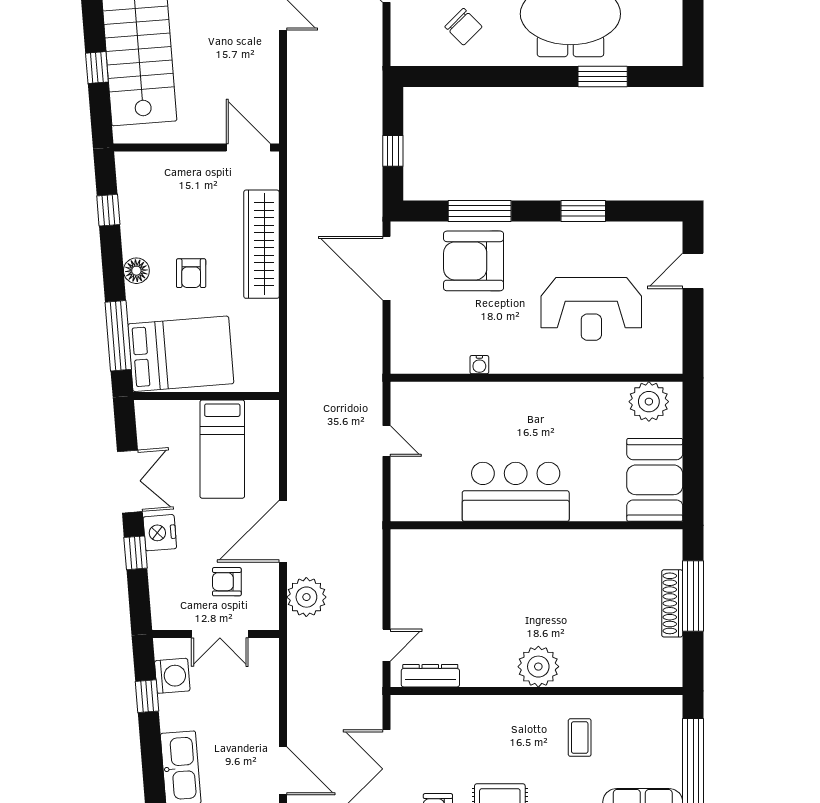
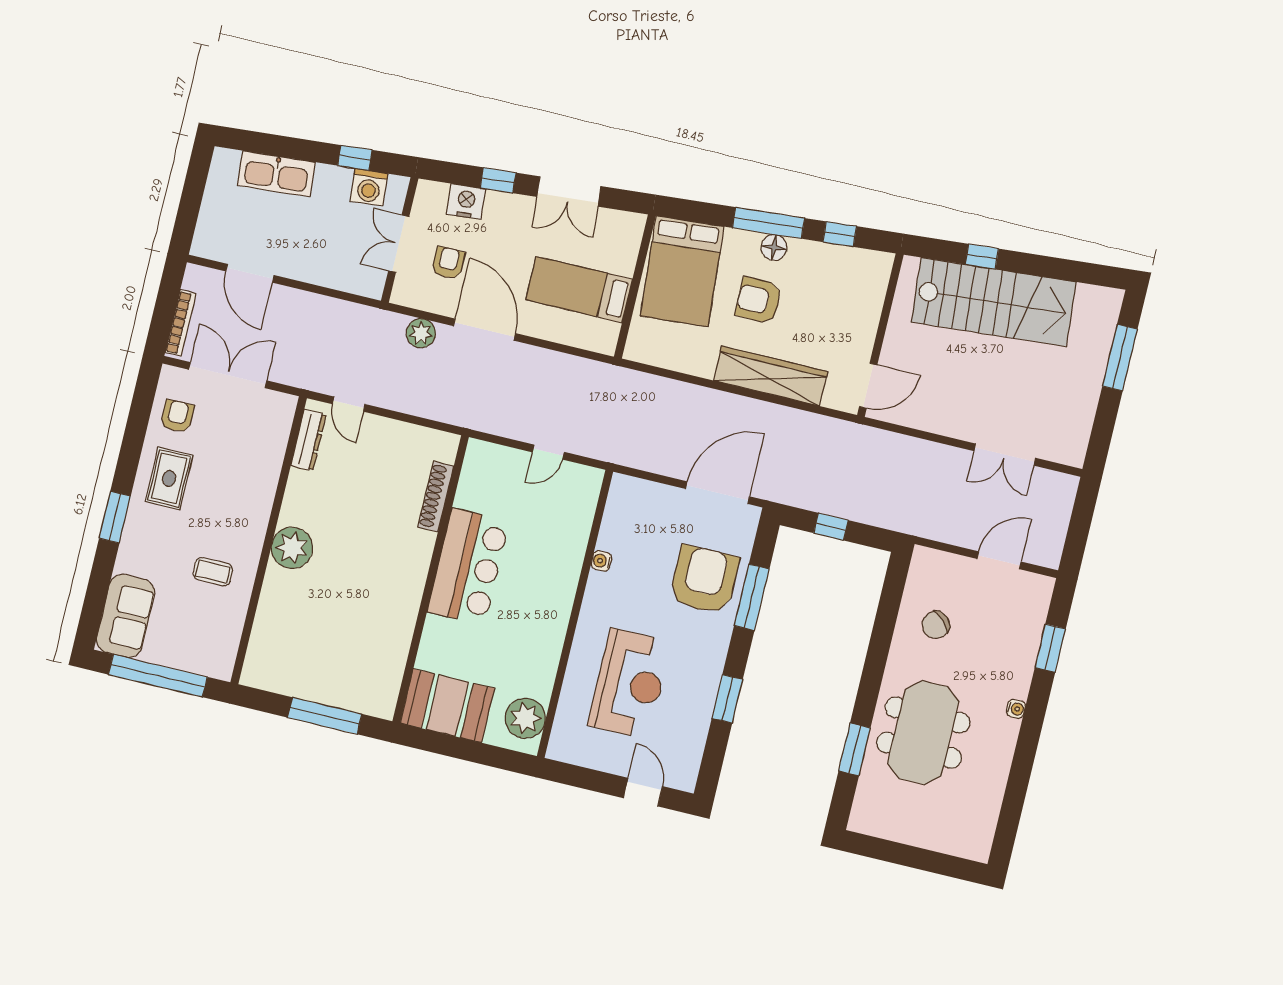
armchair: (191, 273) -> (759, 300), width x1.38, depth x1.38
reception desk: (591, 309) -> (630, 684), turned 180
window: (118, 336) -> (768, 223), moved
nightstand: (160, 533) -> (466, 202), moved
plant: (306, 597) -> (421, 333), width x0.73, depth x0.73
shoe rack: (672, 603) -> (436, 497), moved, turned -90
door: (283, 771) -> (250, 273), hinge flipped

